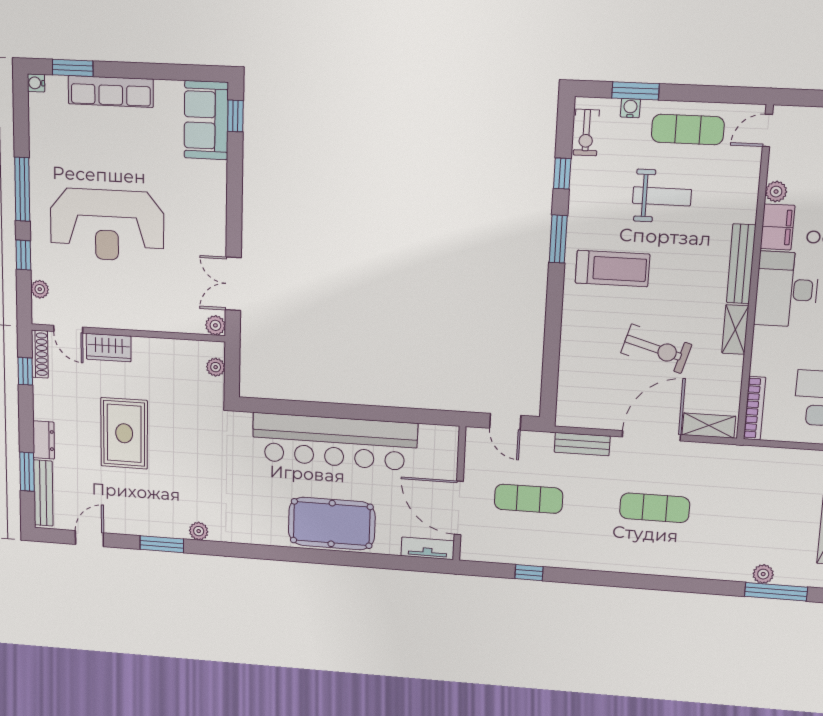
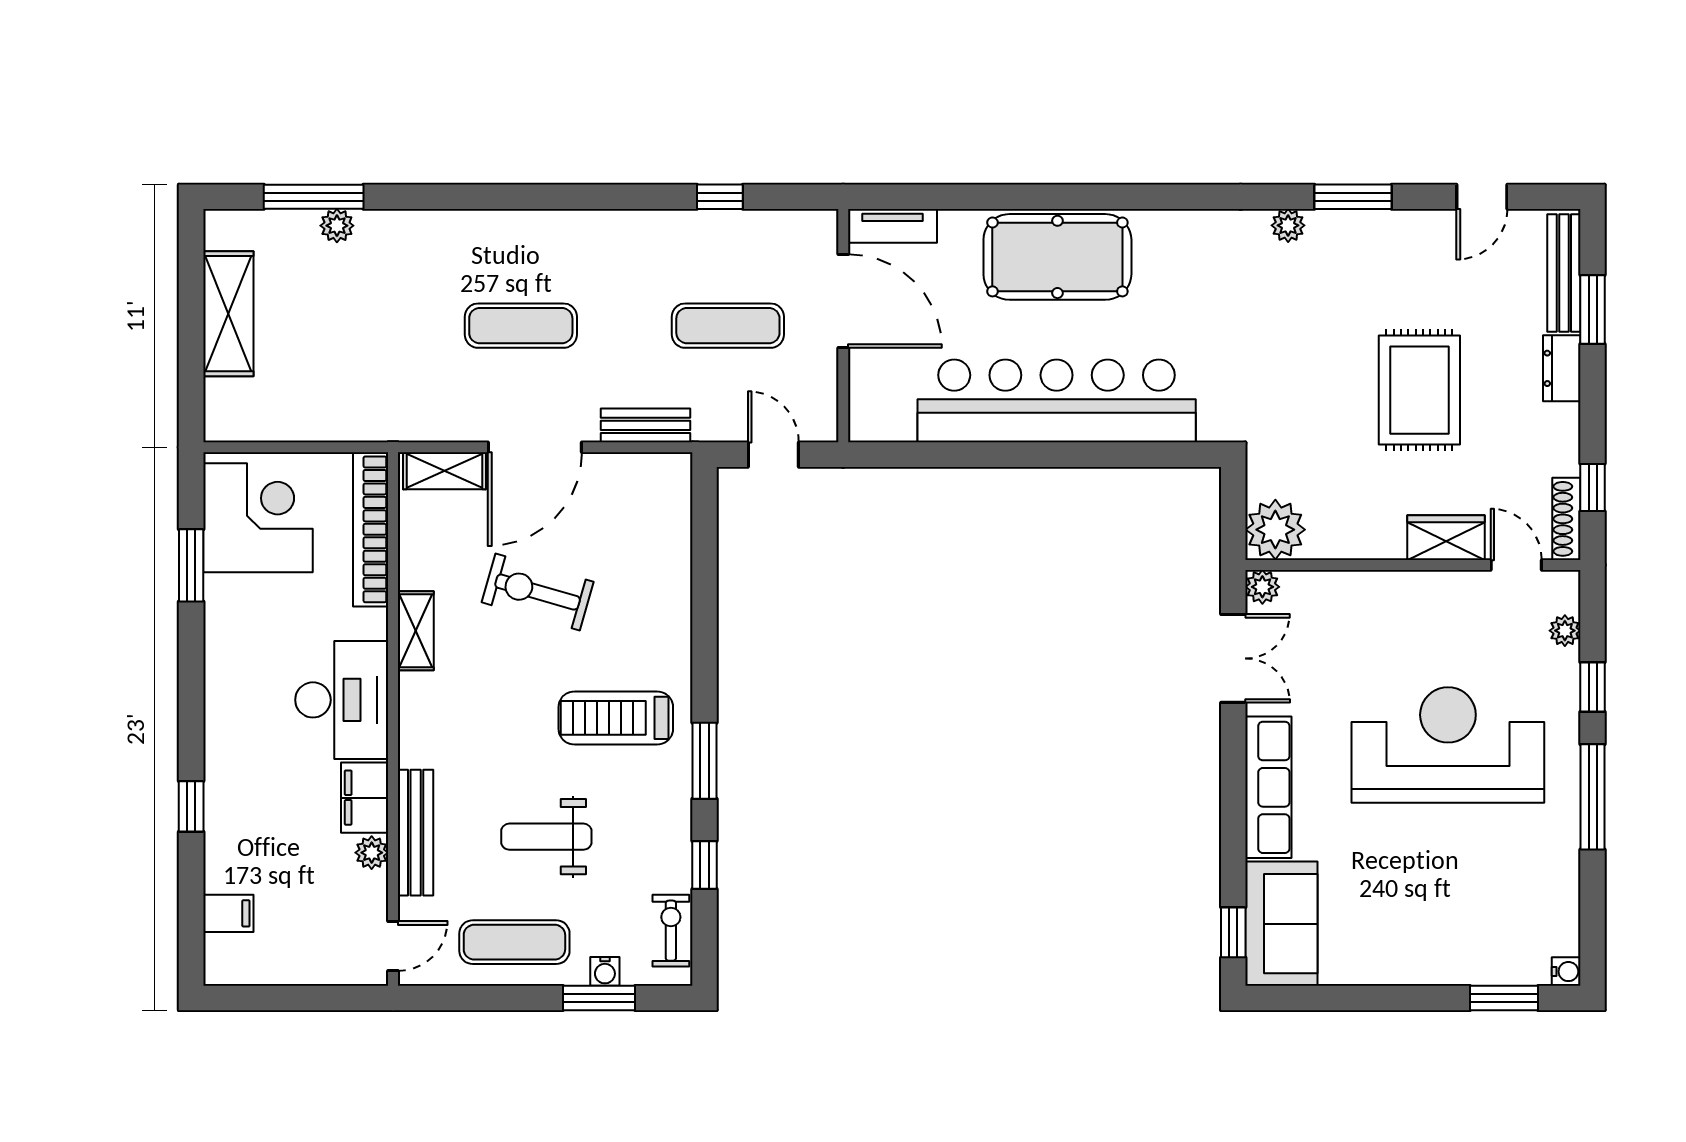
row of seats: (111, 91) -> (1268, 787), moved, turned 90
bench: (741, 264) -> (416, 833), moved
plant: (216, 367) -> (1275, 530), width x1.88, depth x1.88
bookcase: (755, 408) -> (371, 529), width x1.48, depth x1.31

